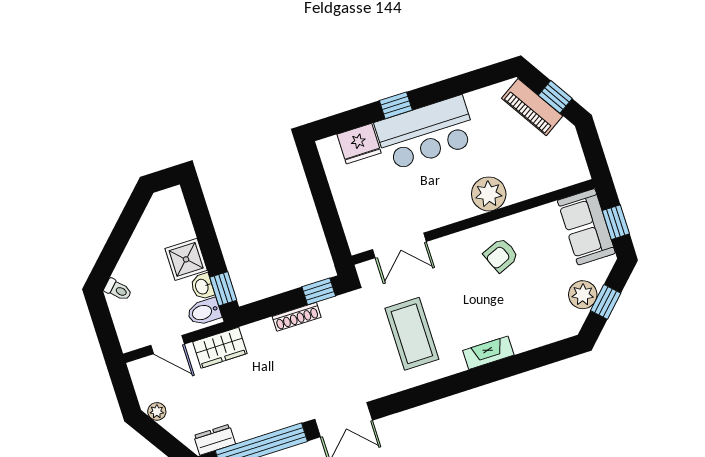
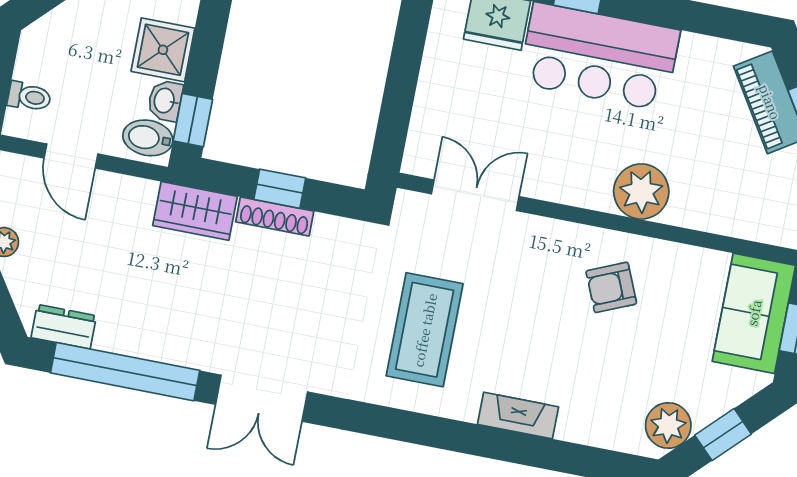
double door: (399, 245) -> (475, 195), swing flipped
toilet: (118, 290) -> (29, 97), moved, turned -45
window: (319, 291) -> (280, 189), moved
plant: (583, 295) -> (668, 425), moved
wardrobe: (220, 348) -> (195, 211), moved

